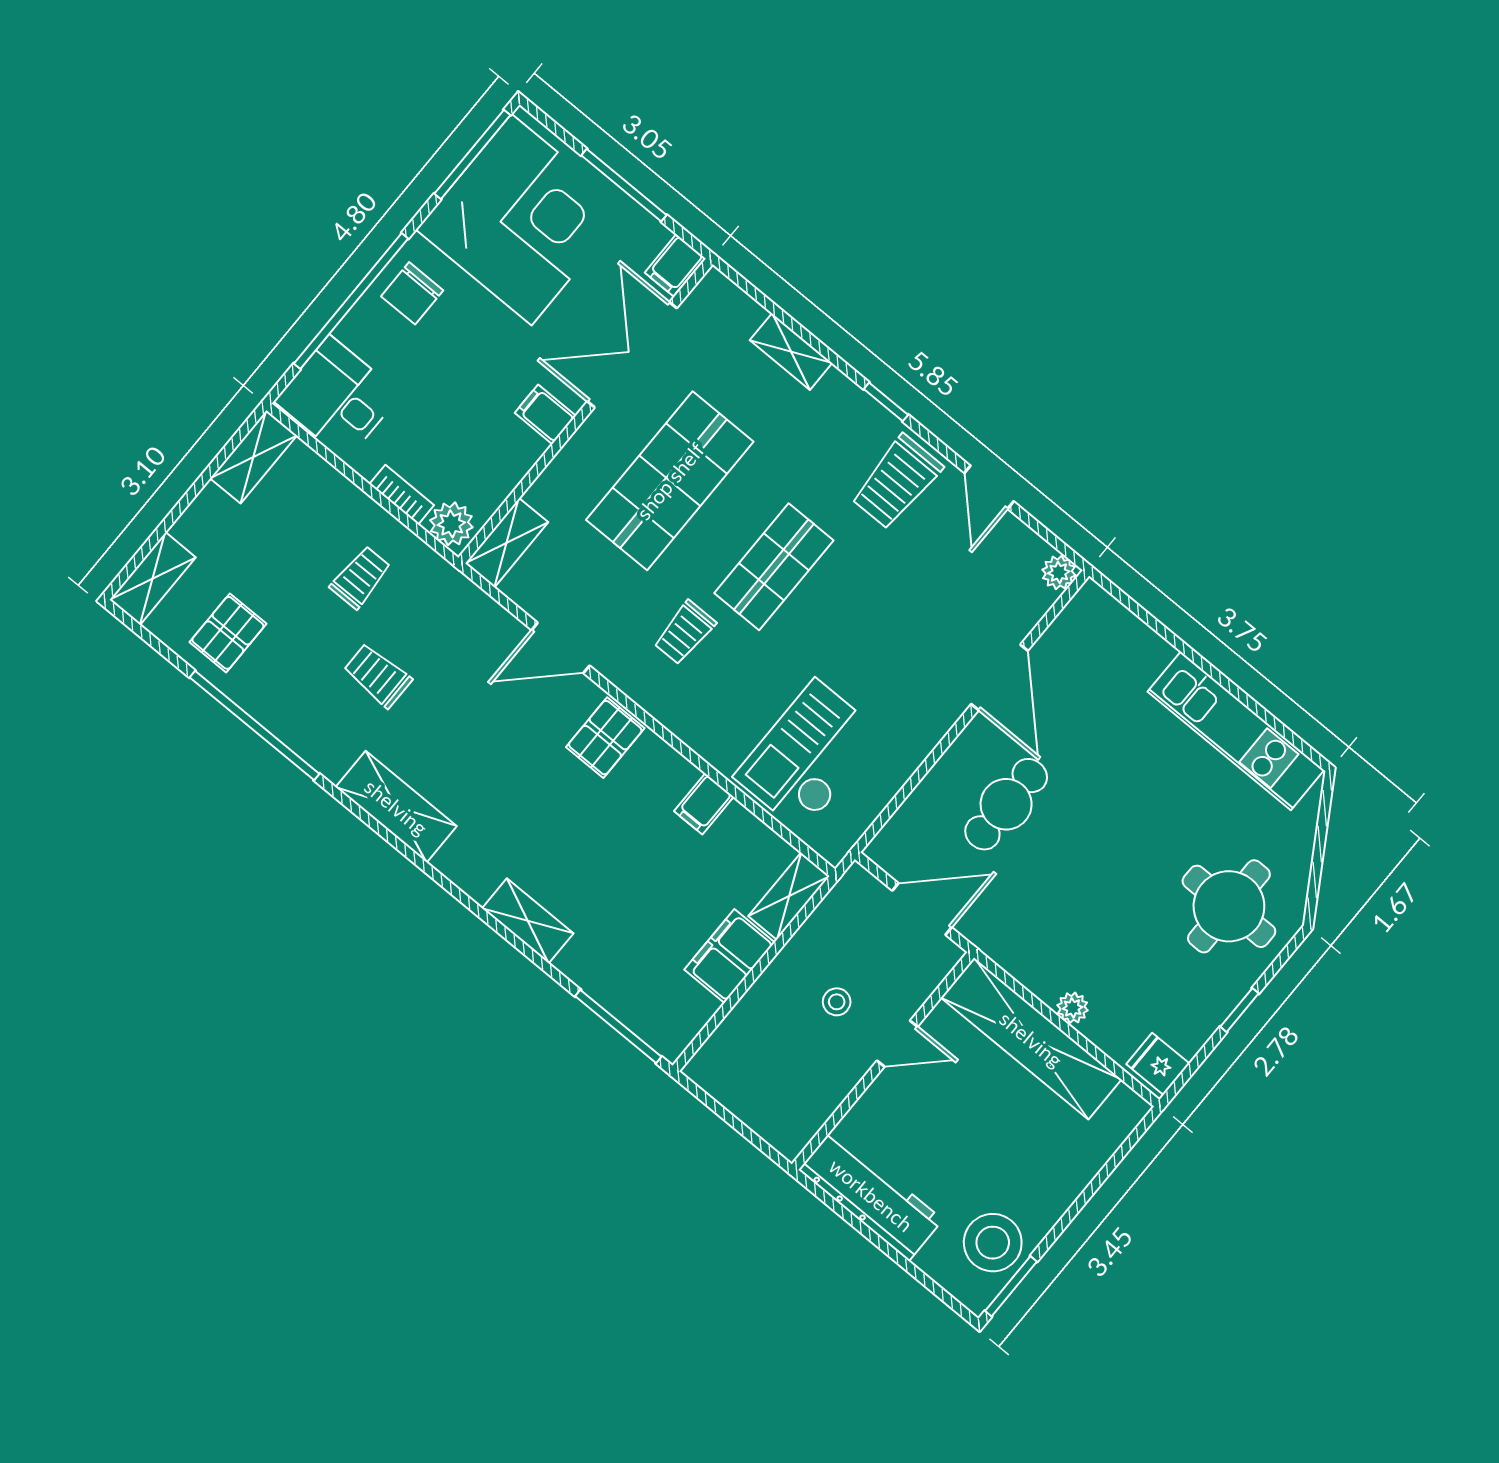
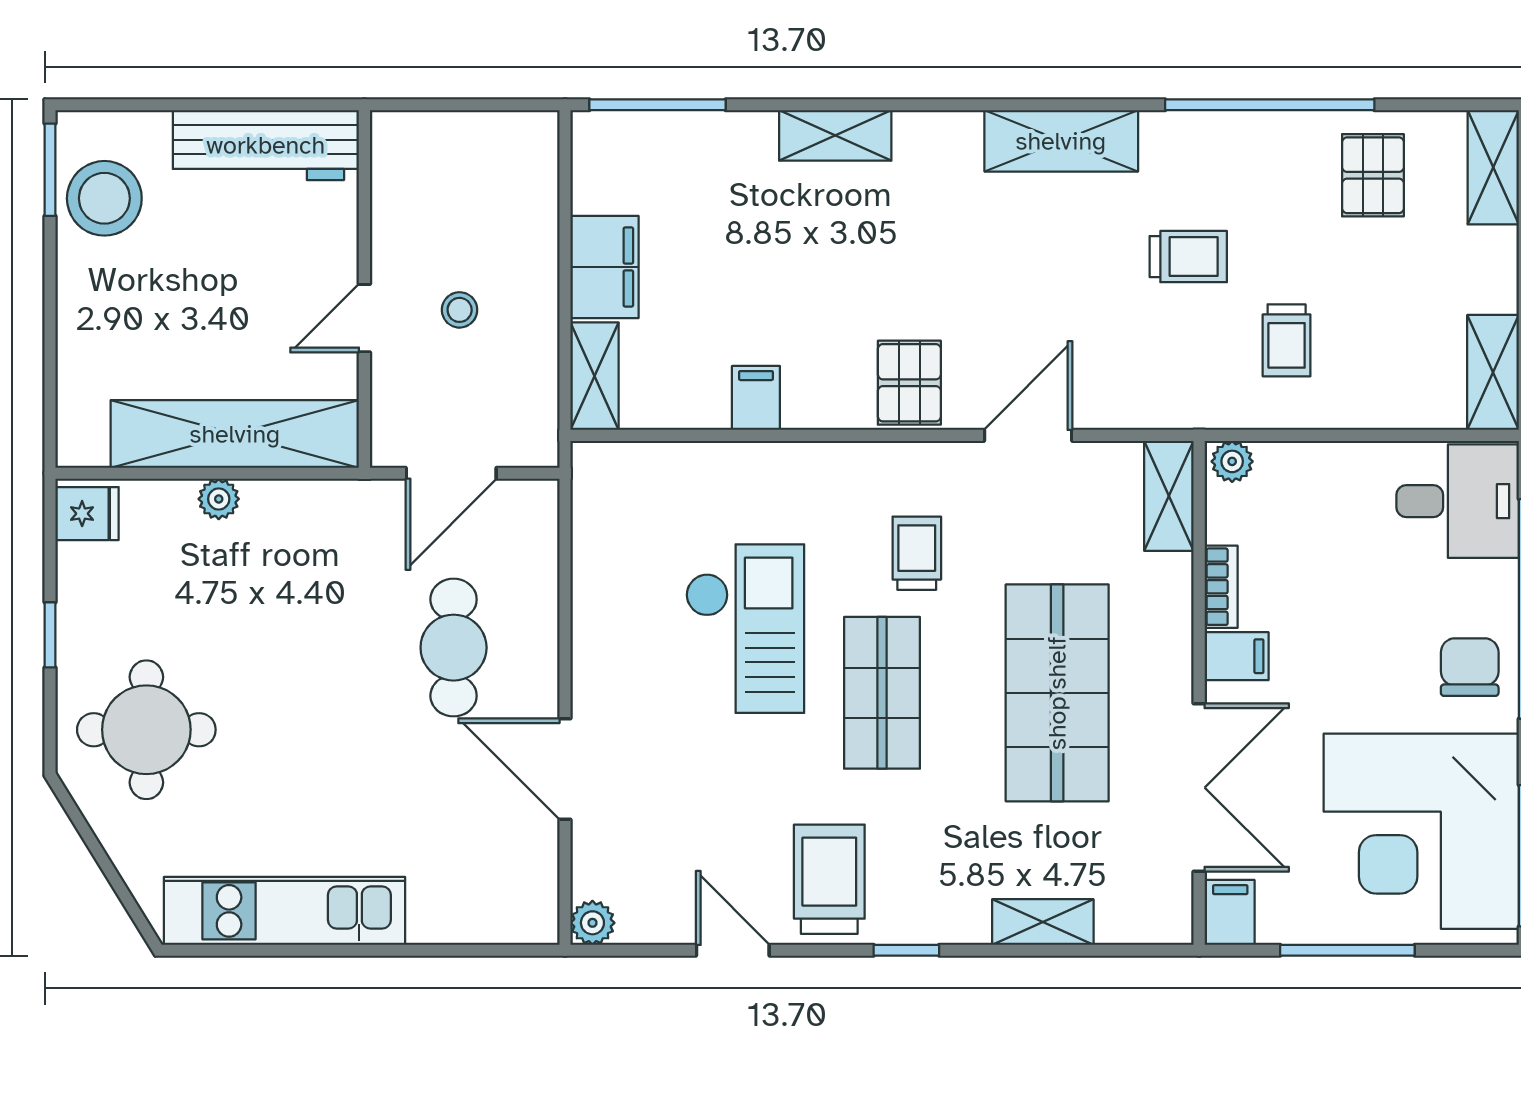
bookcase: (402, 495) -> (1221, 587), moved, turned -90
plant: (451, 524) -> (1232, 461), width x0.73, depth x0.73
checkout: (809, 756) -> (745, 629), moved

